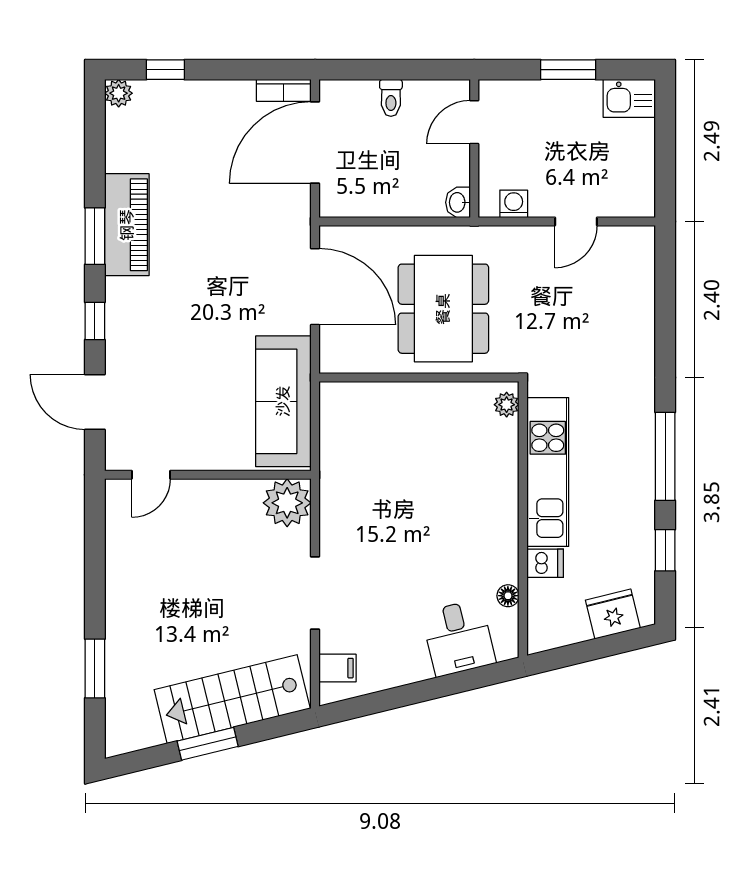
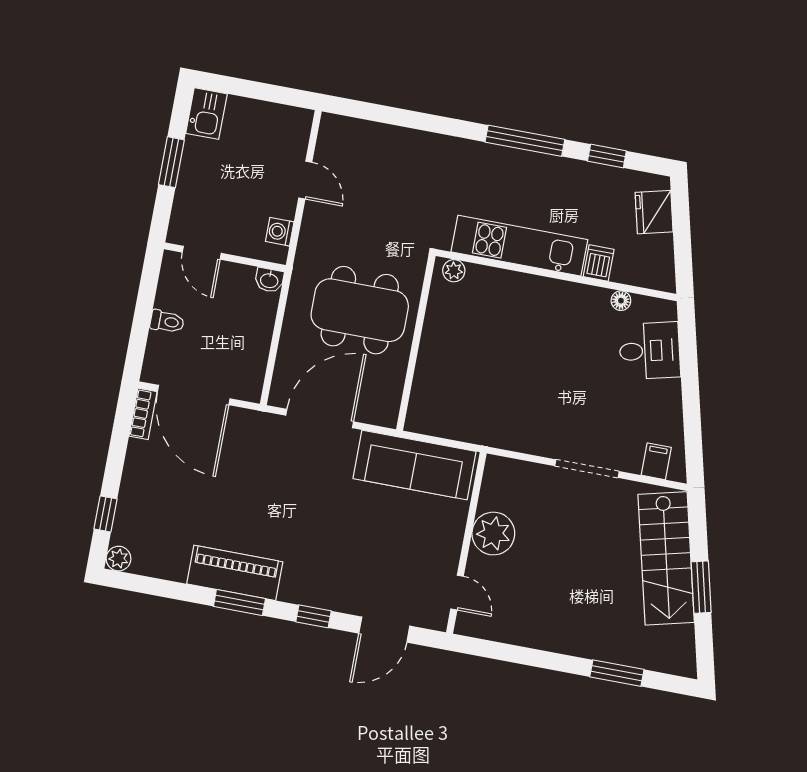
plant: (287, 503) -> (493, 534), moved

